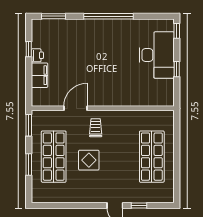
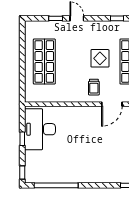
window: (109, 16) -> (56, 185), moved
desk: (157, 55) -> (40, 129), moved
window: (69, 206) -> (117, 18), added

